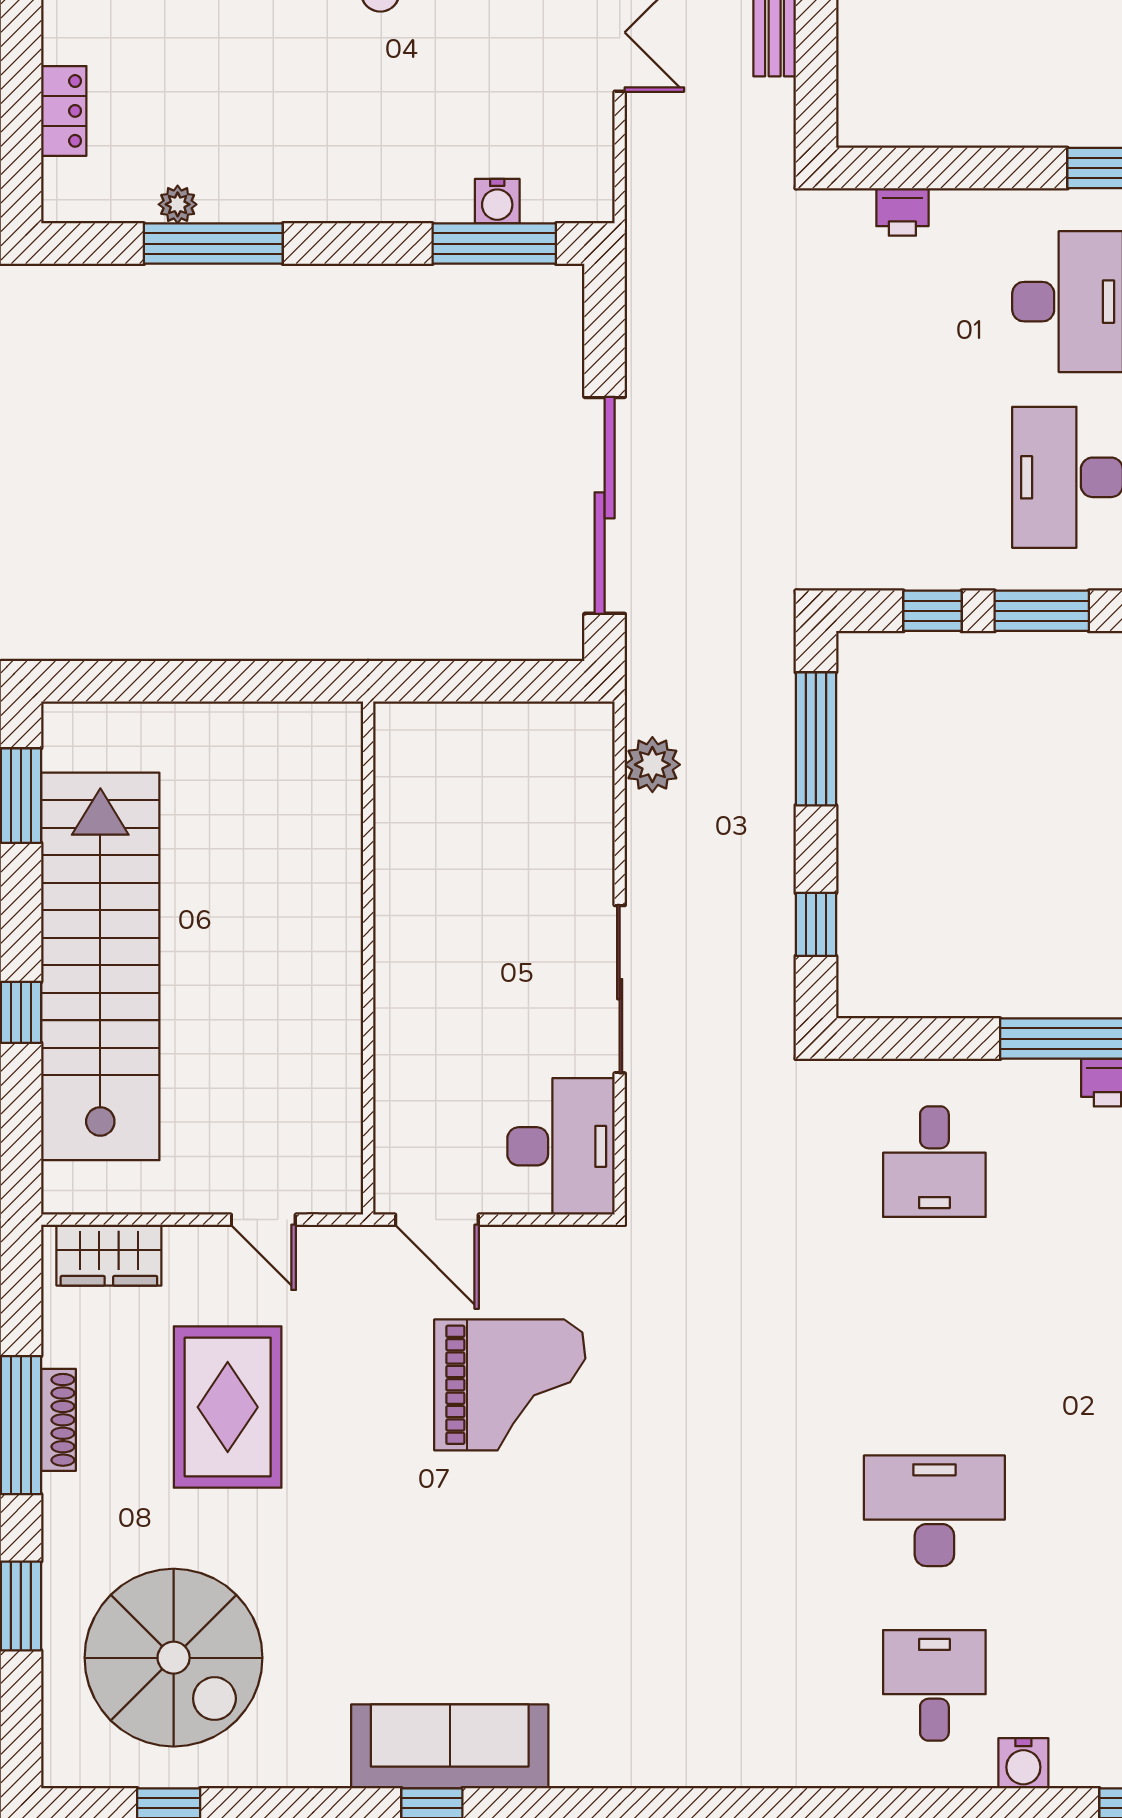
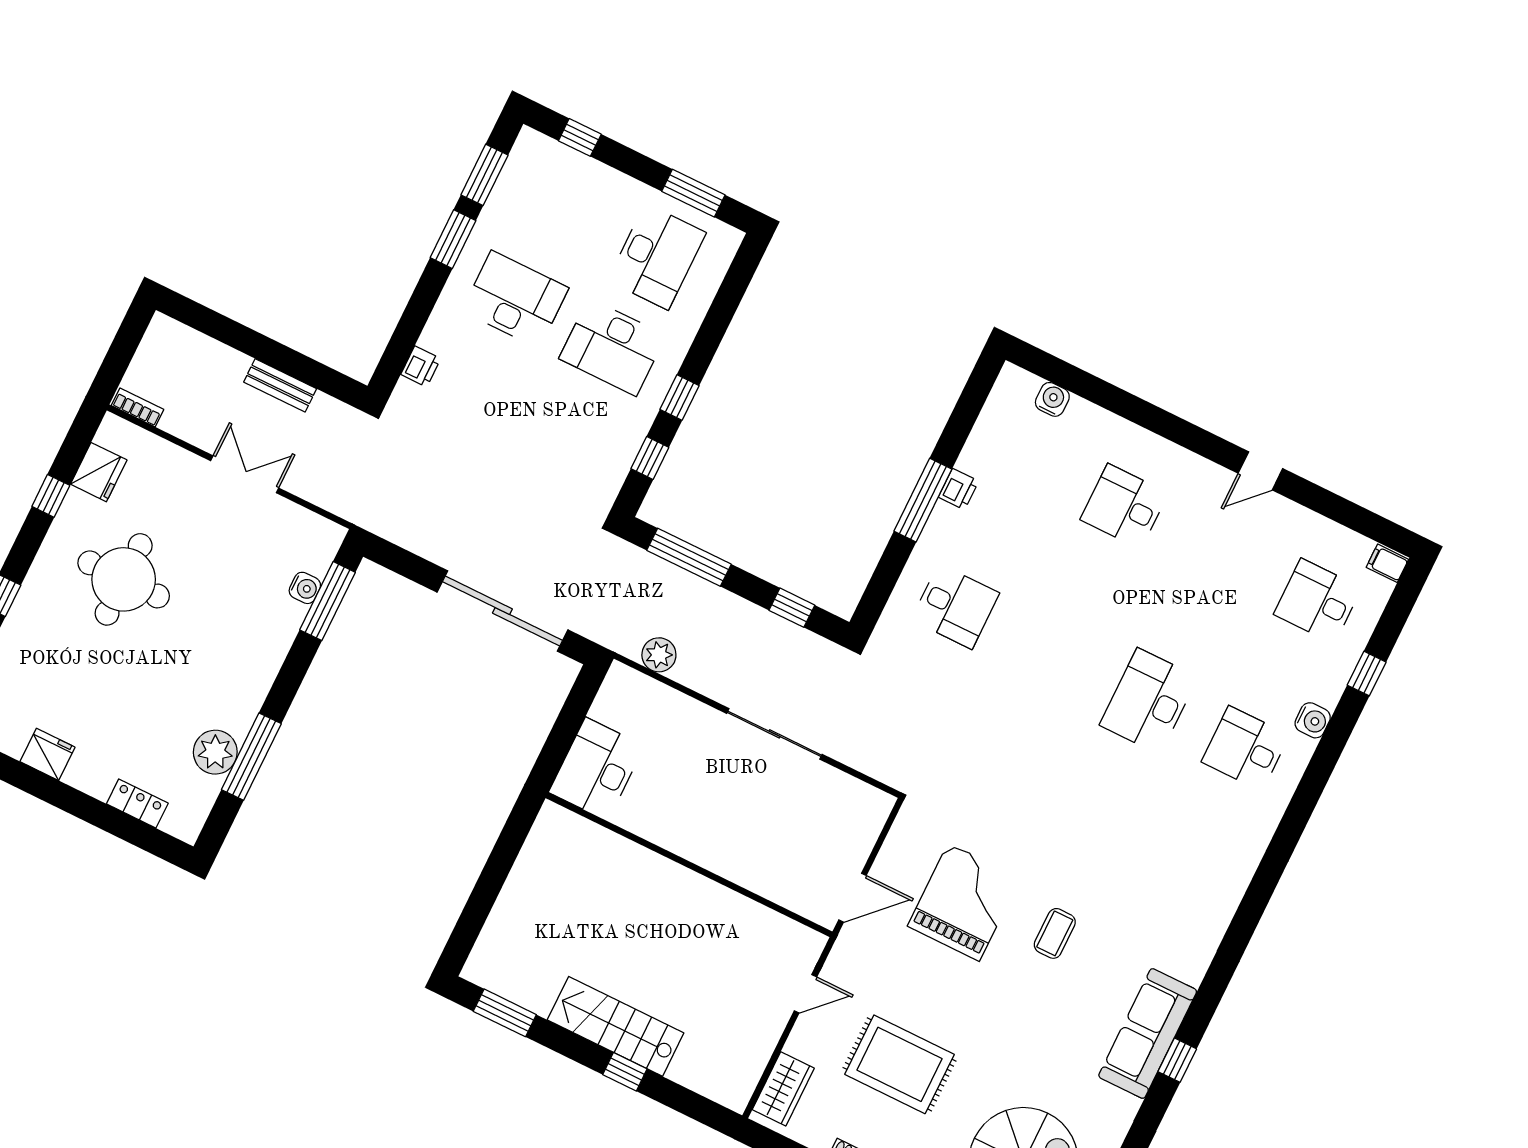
plant: (178, 204) -> (215, 752), width x1.88, depth x1.88
window: (1042, 611) -> (679, 398), width x0.67
stairs: (100, 966) -> (616, 1026), width x0.54, depth x0.66
desk: (561, 1146) -> (596, 769), moved, turned -90
coffee table: (529, 1540) -> (1055, 933), added

